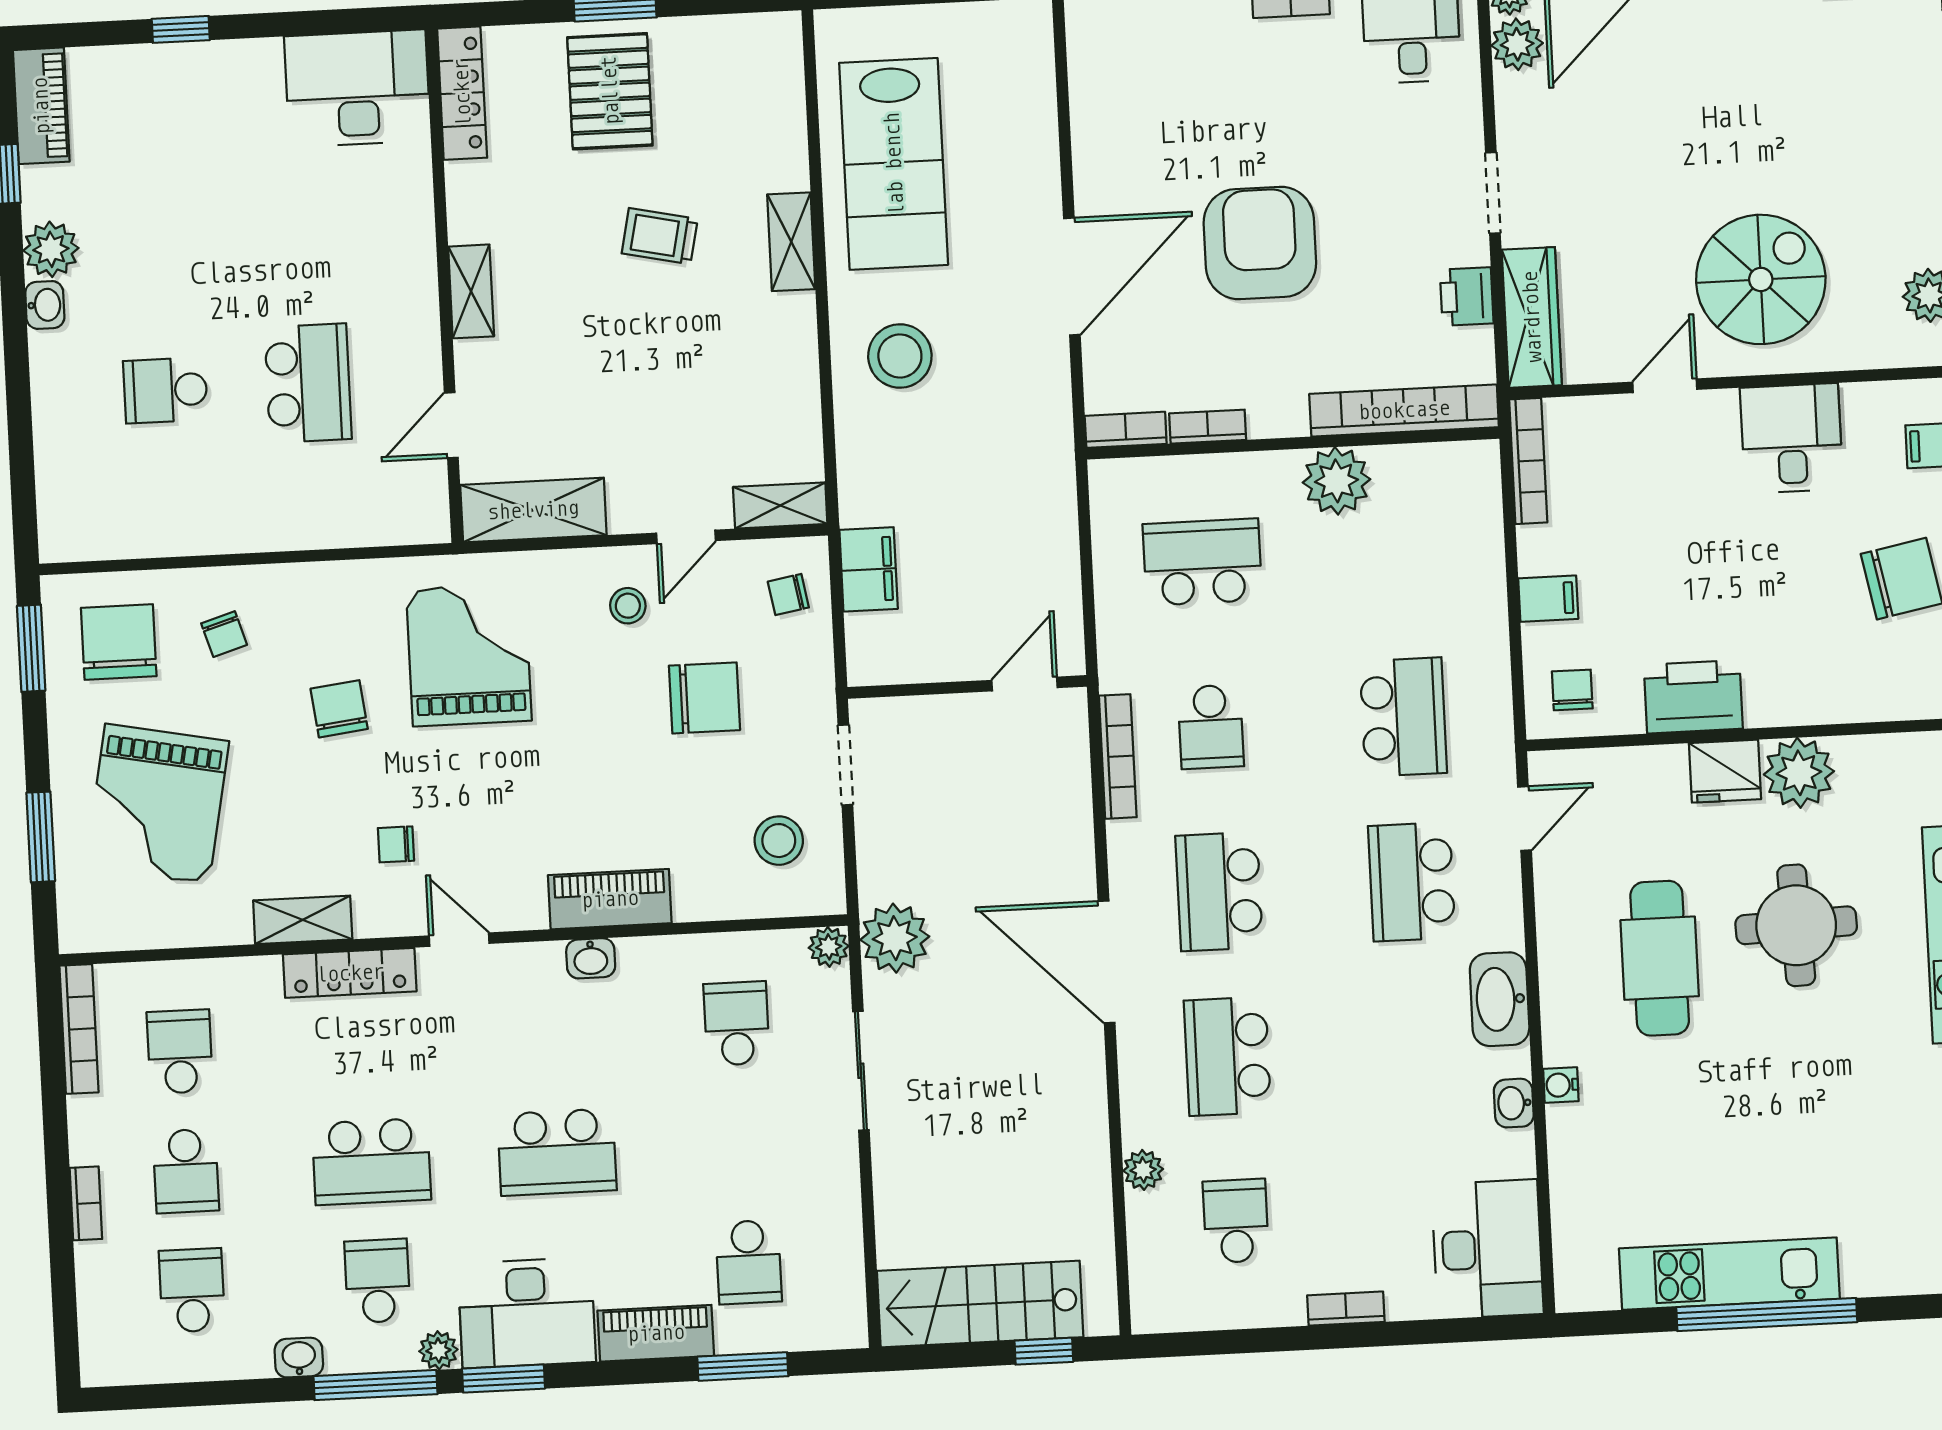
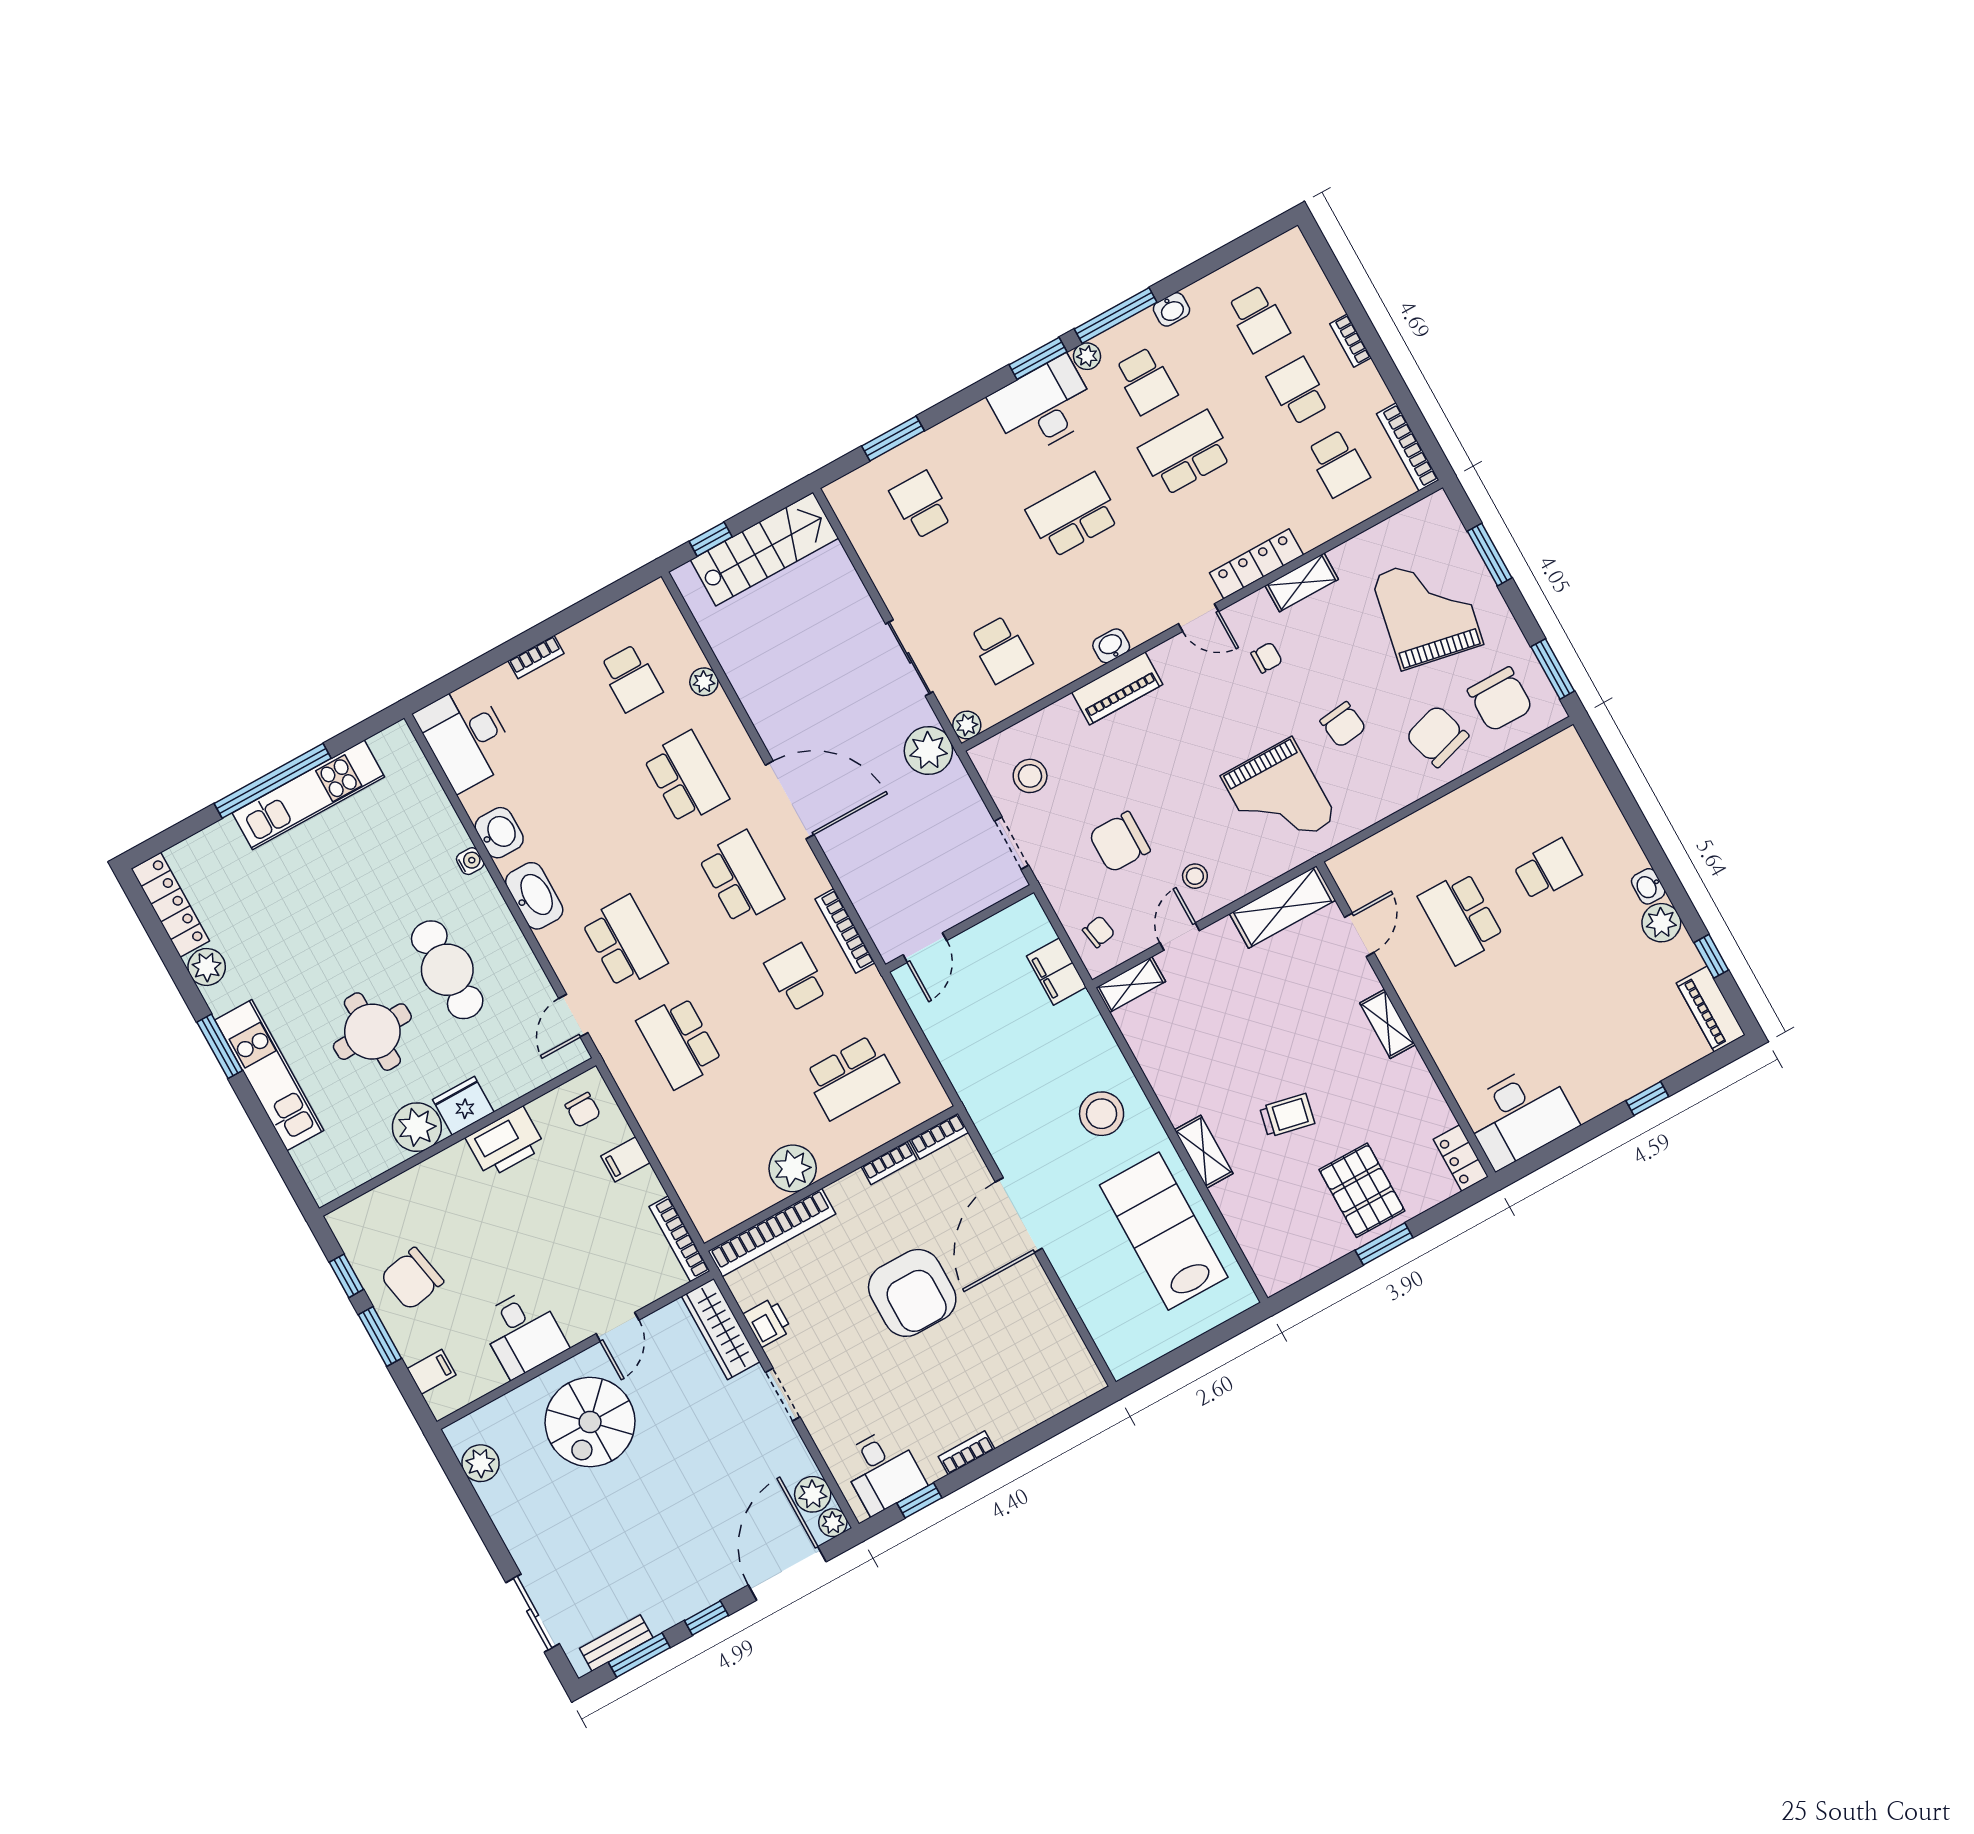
locker: (462, 93) -> (1461, 1158), width x0.66
chair: (224, 634) -> (1437, 736), width x1.87, depth x1.87
washbasin: (1514, 1103) -> (499, 833), width x1.38, depth x1.45
piano: (656, 1333) -> (957, 433), removed

